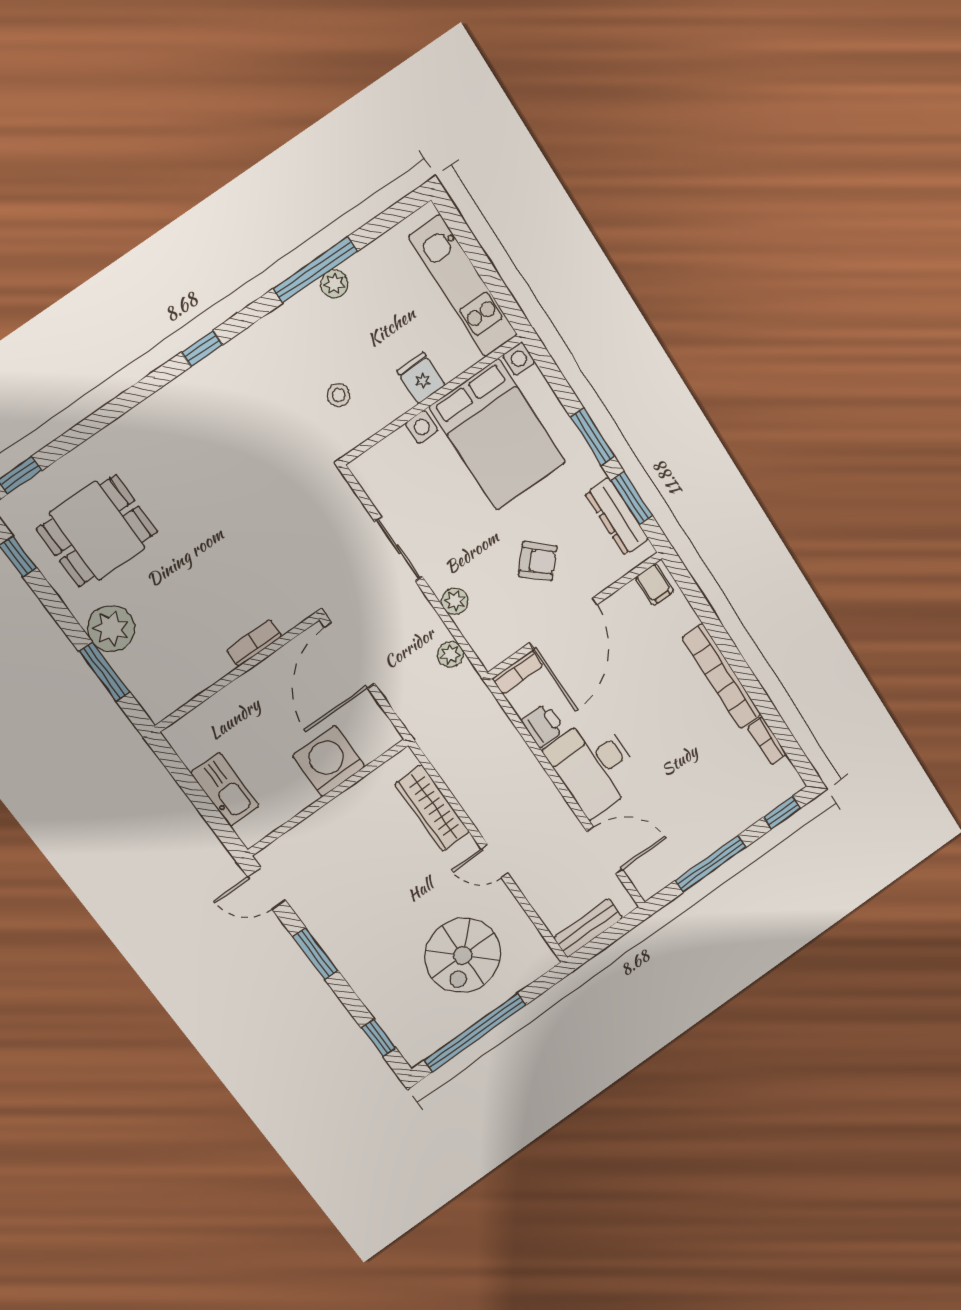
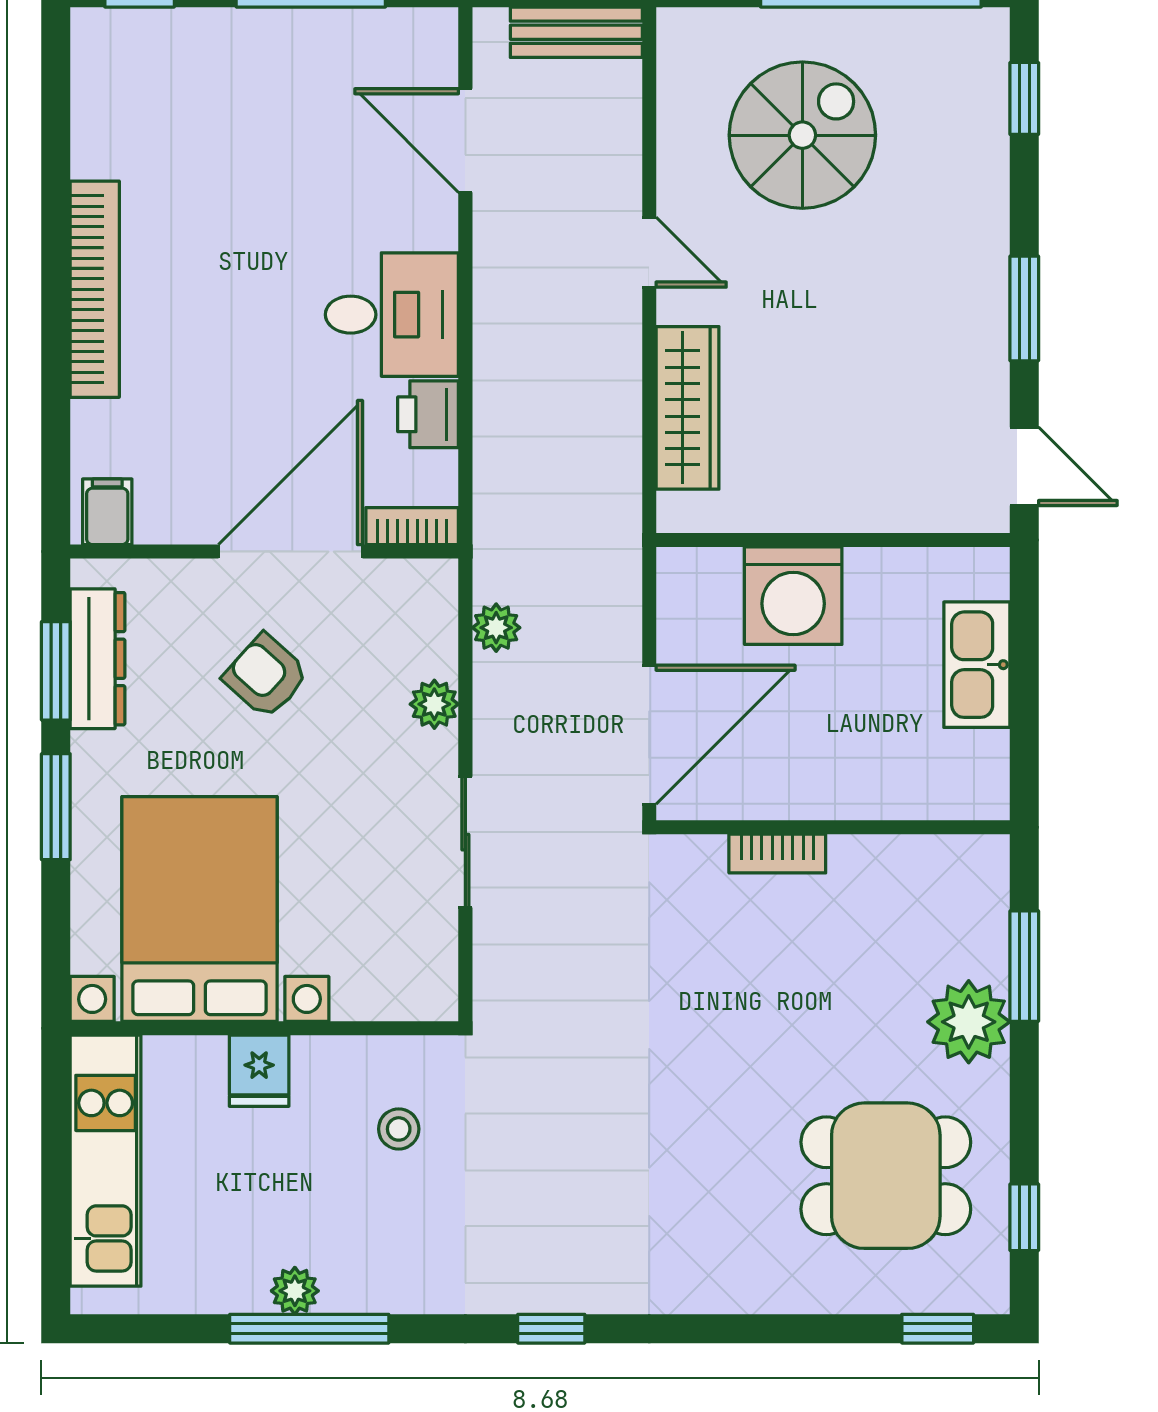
bookcase: (767, 741) -> (88, 131), removed
desk: (594, 766) -> (392, 315), width x0.73

